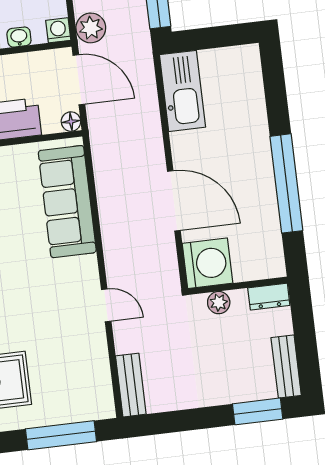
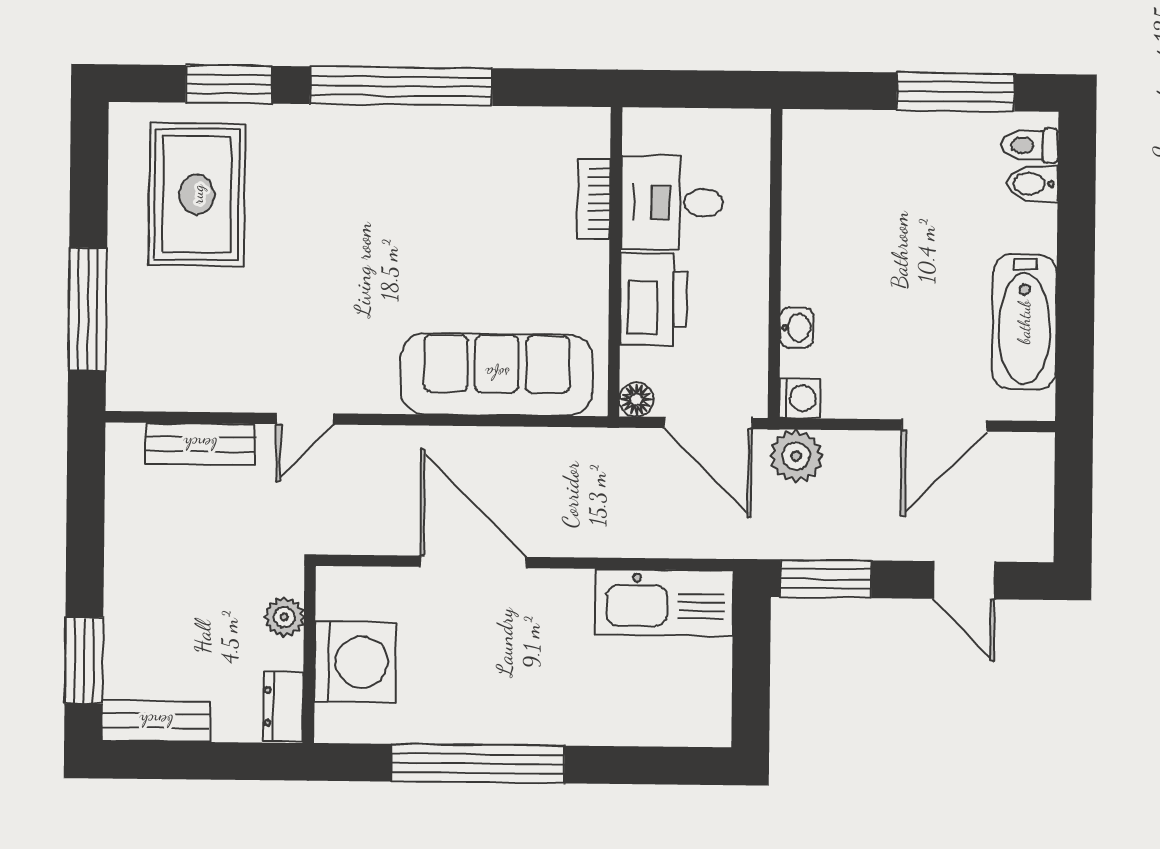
door: (79, 80) -> (708, 423), hinge flipped
door: (174, 201) -> (473, 562), swing flipped
washing machine: (208, 263) -> (355, 662), moved, turned -90
bench: (131, 385) -> (200, 444), moved

